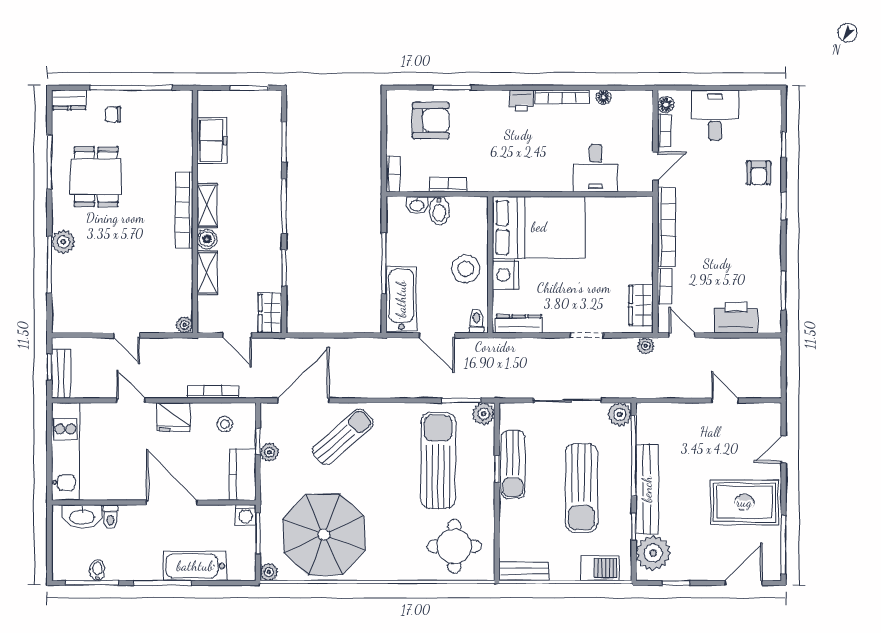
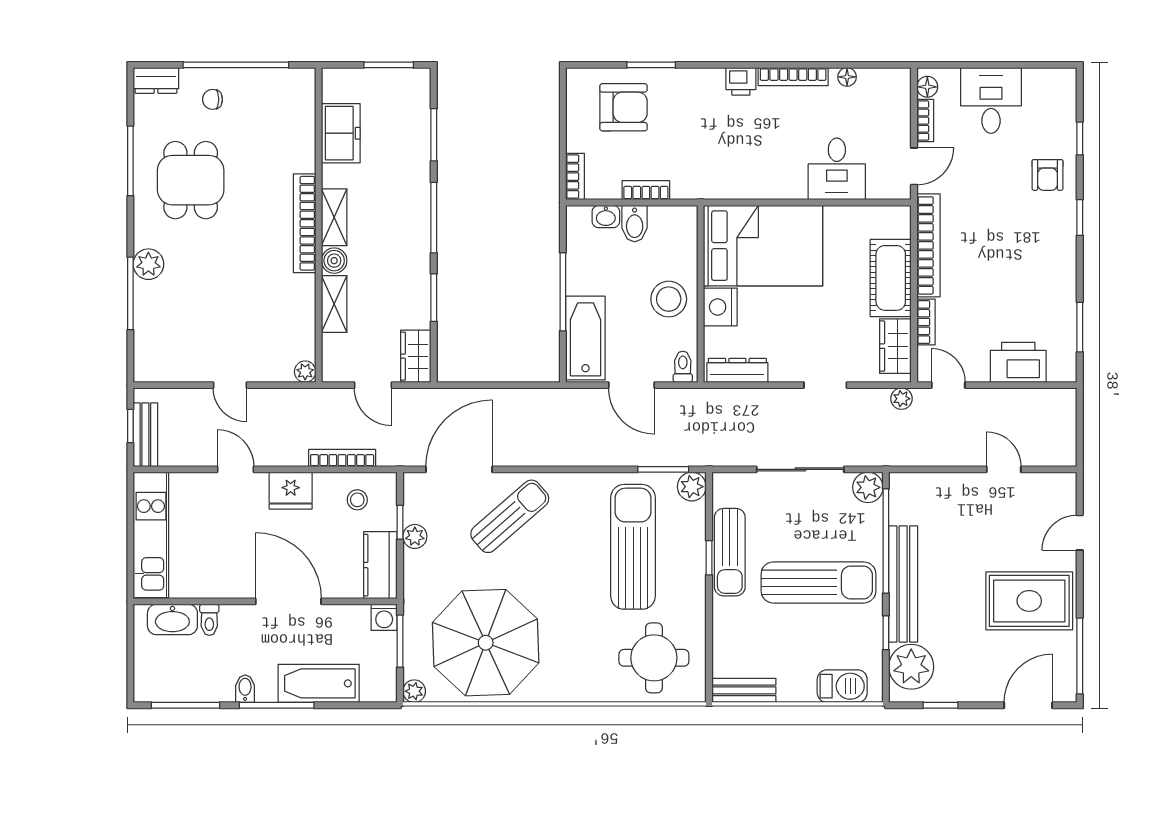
cot: (637, 252) -> (891, 278), added
sun lounger: (582, 488) -> (818, 582), turned -90
bidet: (97, 570) -> (245, 689), moved

